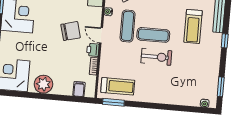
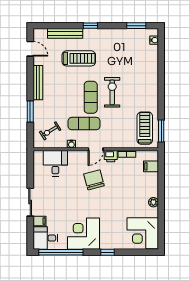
plant: (43, 84) -> (153, 202), width x0.53, depth x0.53

